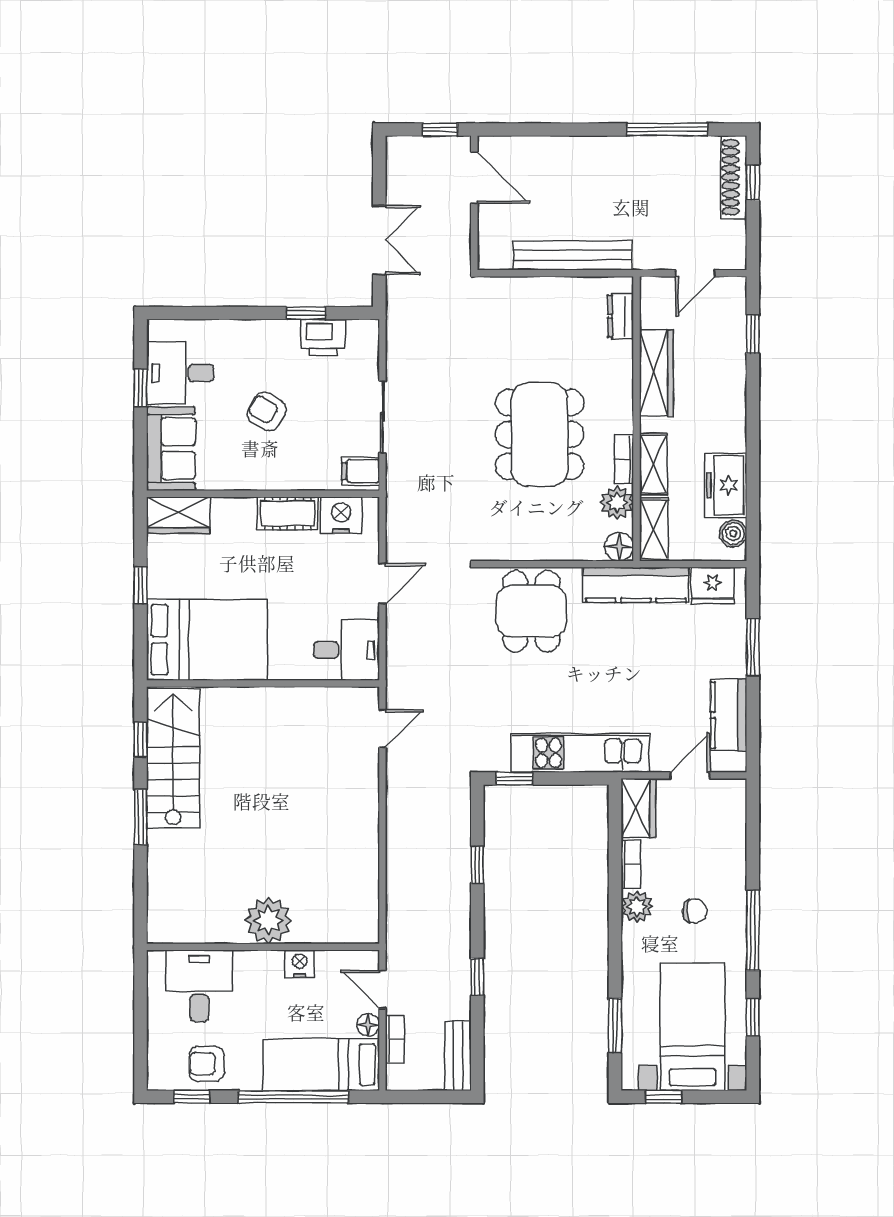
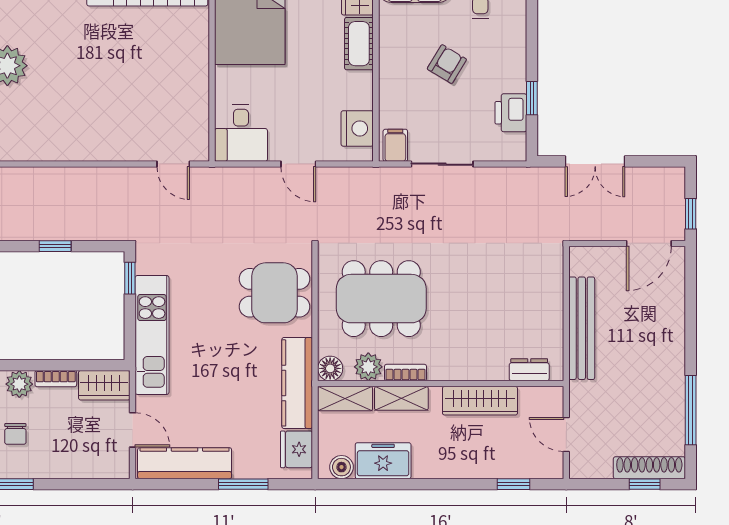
dining table: (540, 434) -> (381, 299), moved
cot: (288, 513) -> (359, 44), moved
kitchen counter: (729, 715) -> (185, 463), width x1.50

